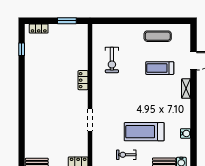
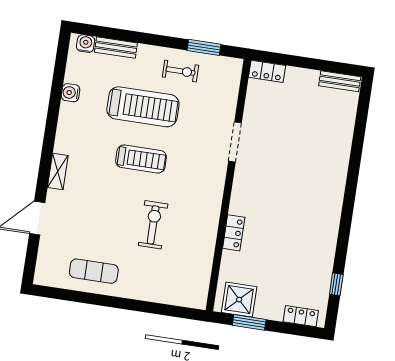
shower: (74, 33) -> (239, 300), added
exercise bike: (112, 60) -> (153, 225), moved
treadmill: (160, 68) -> (141, 159), moved
locker: (83, 80) -> (234, 233), moved

